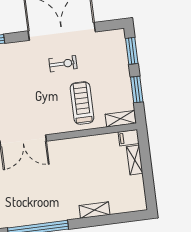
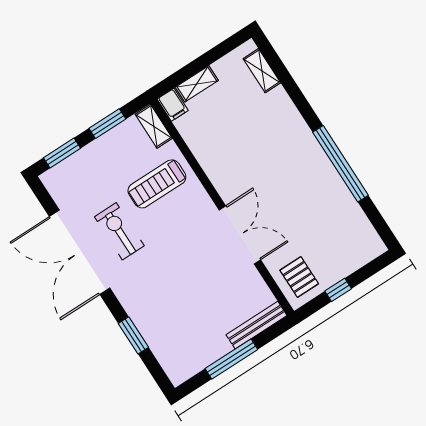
exercise bike: (63, 64) -> (119, 231), width x1.38, depth x1.39
shelving: (95, 210) -> (262, 71), moved

